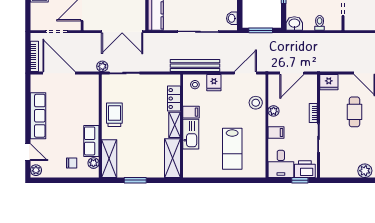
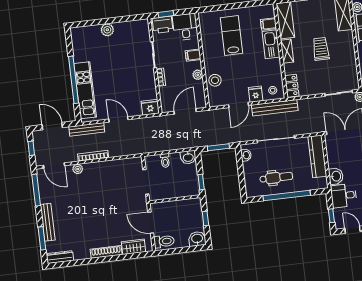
door: (245, 73) -> (238, 105), moved
locker: (174, 99) -> (292, 86), moved
filing cabinet: (191, 112) -> (269, 24), moved
cafe table: (354, 112) -> (123, 83), removed
trolley: (114, 115) -> (321, 49), moved, turned 180

